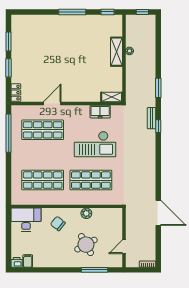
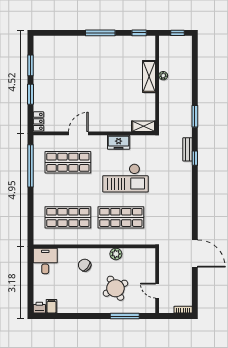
freezer: (100, 112) -> (119, 142), moved
desk: (26, 220) -> (45, 261), width x0.73
door: (124, 247) -> (157, 291), hinge flipped

